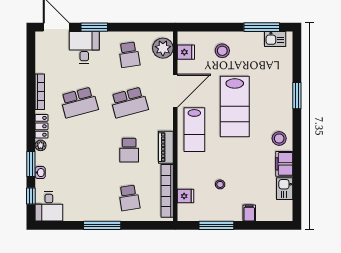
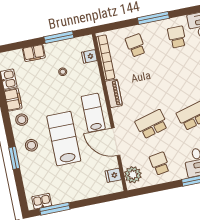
stool: (222, 51) -> (31, 145), moved
door: (175, 91) -> (116, 142), hinge flipped
school desk: (129, 150) -> (177, 37), moved
filing cabinet: (249, 213) -> (34, 53), width x2.00

